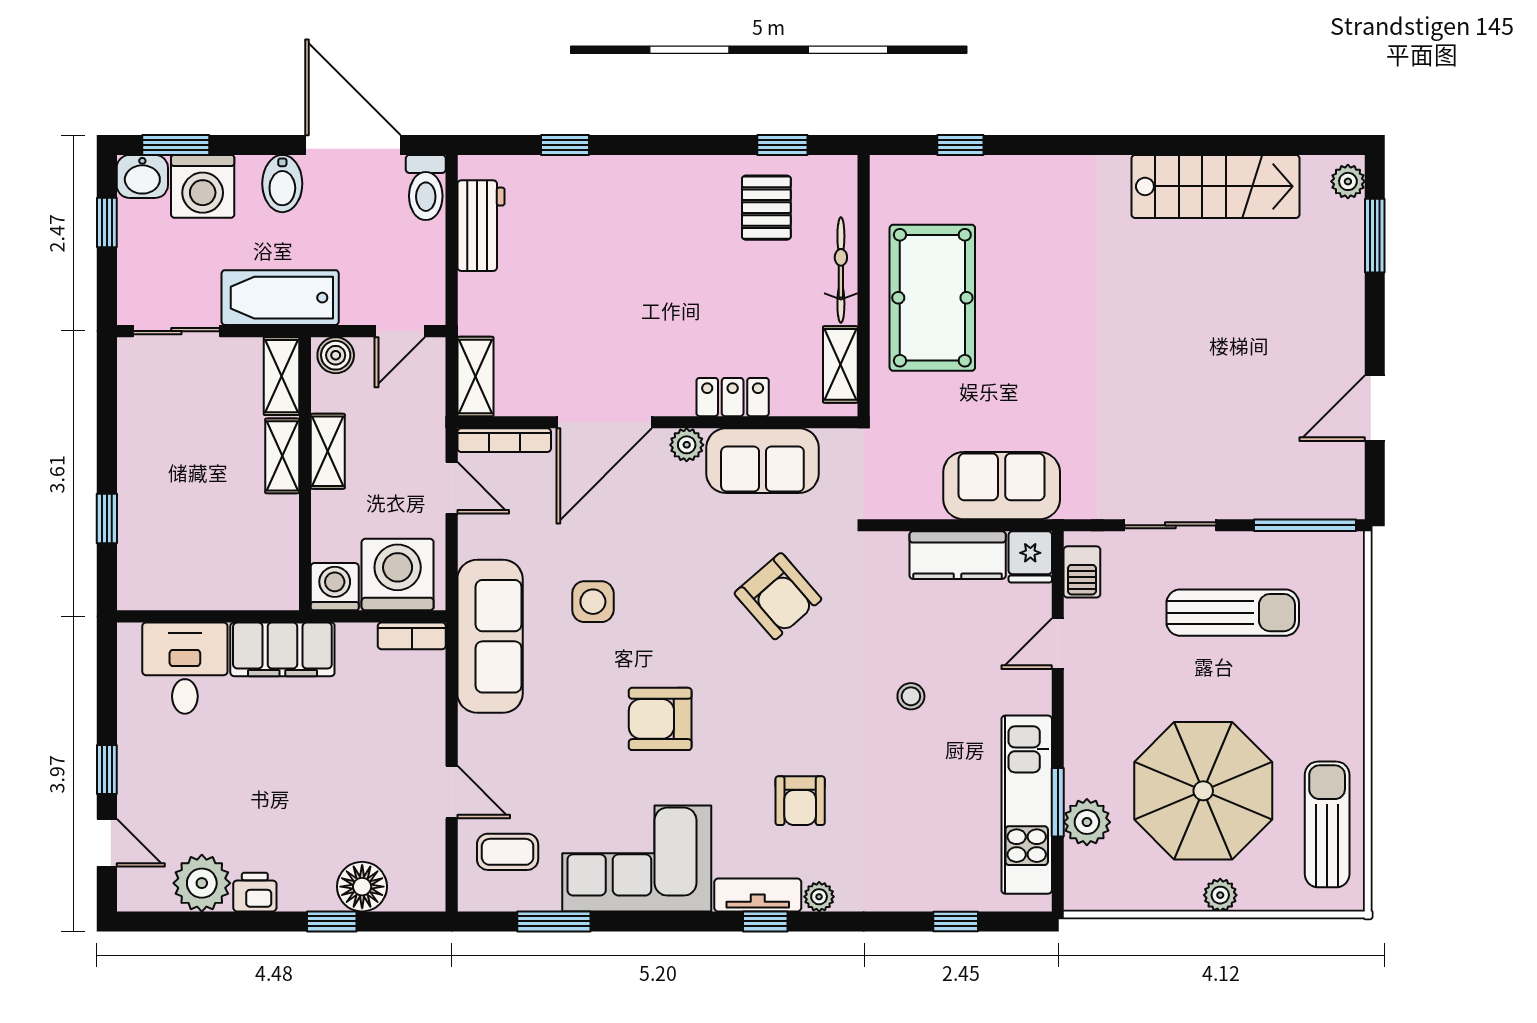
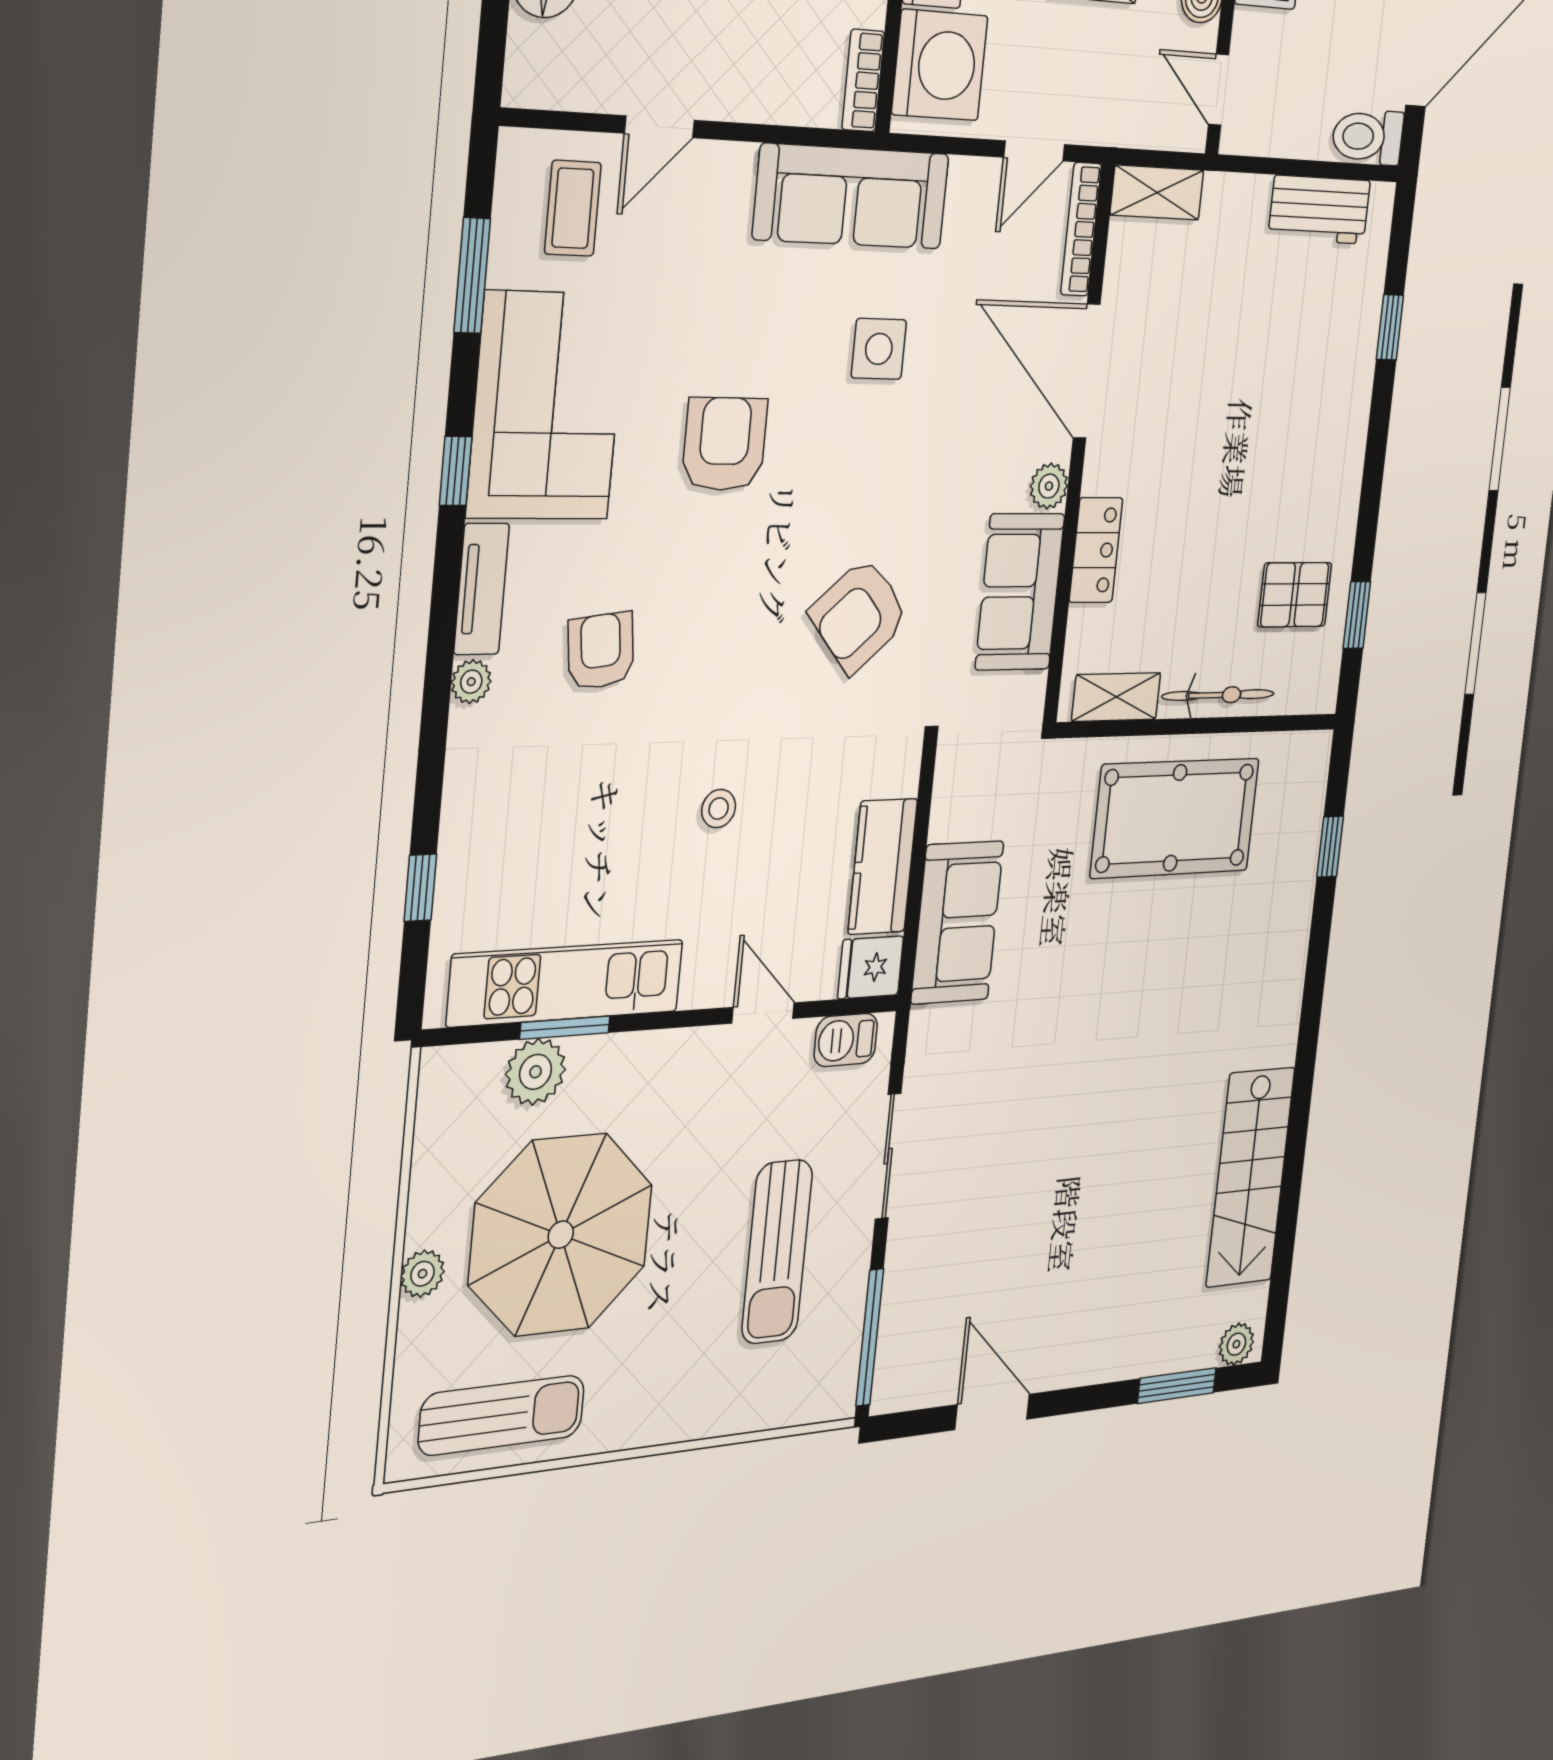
armchair: (800, 801) -> (601, 651), turned 83
window: (765, 921) -> (456, 471), moved

